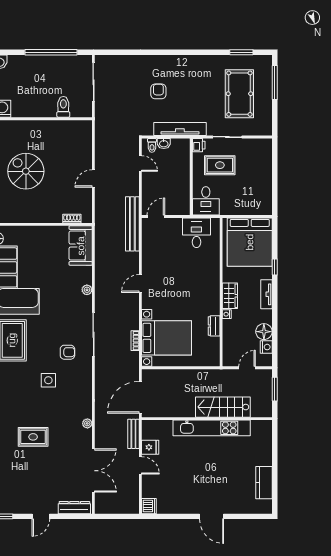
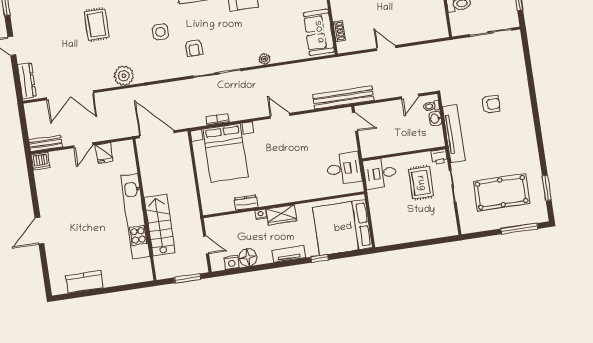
sofa: (81, 246) -> (319, 32), moved, turned -90
plant: (87, 423) -> (124, 76), width x1.87, depth x1.87
bench: (133, 434) -> (46, 143), moved

